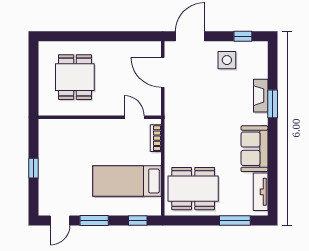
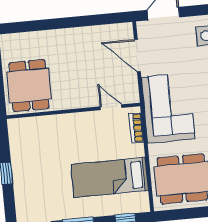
dining table: (75, 77) -> (29, 86), moved
corner sofa: (186, 123) -> (168, 108), added

